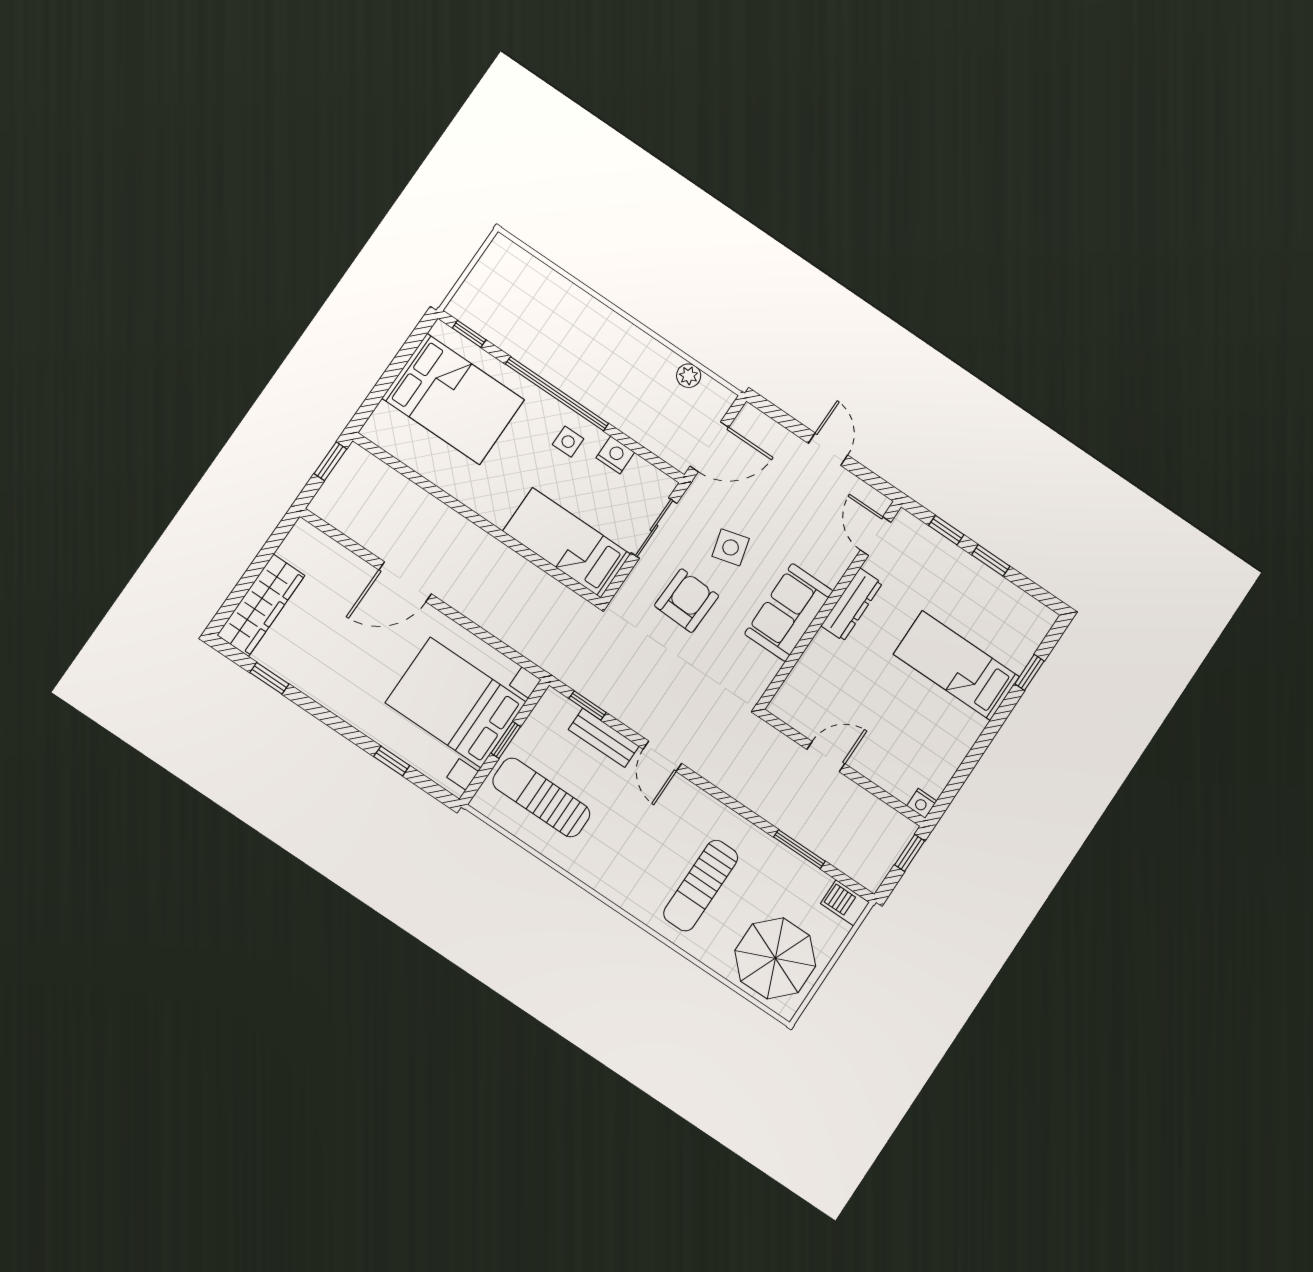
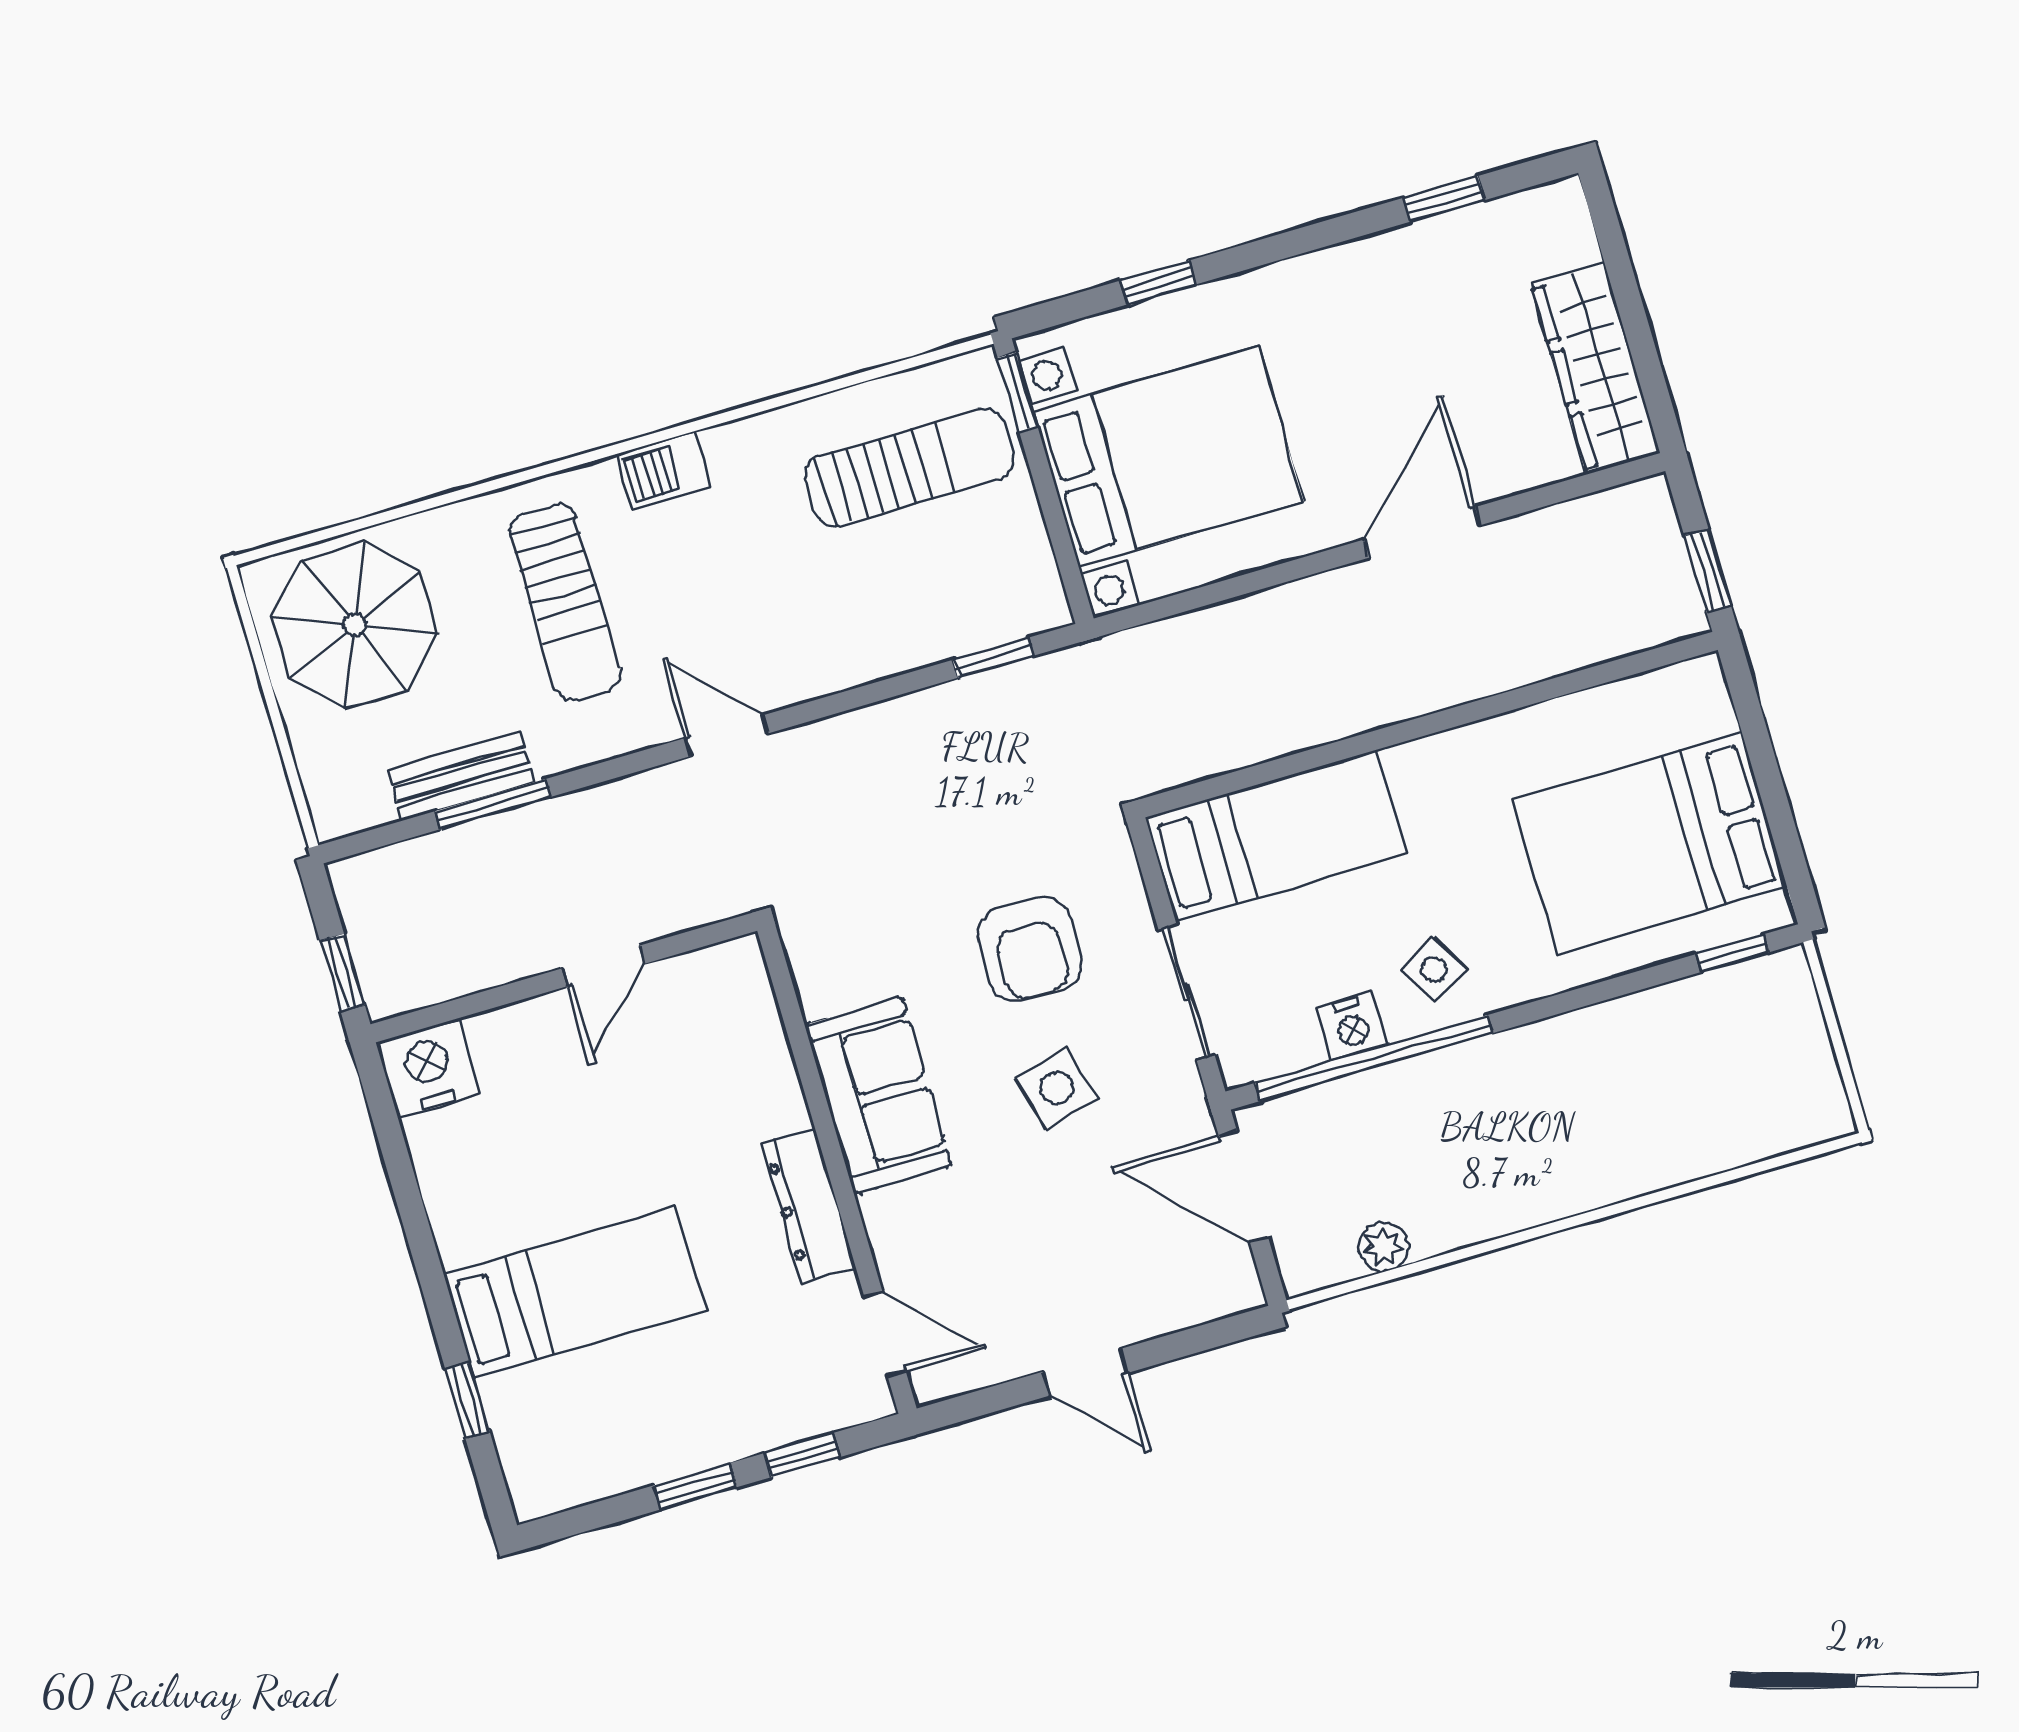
window: (557, 394) -> (1374, 1058), moved
side table: (568, 442) -> (1434, 969), turned -30
door: (709, 447) -> (1243, 1186), hinge flipped
wardrobe: (261, 605) -> (1595, 368), moved
bench: (604, 738) -> (461, 776), moved
window: (506, 740) -> (1018, 392), moved
door: (662, 756) -> (727, 736), moved
nightstand: (922, 803) -> (428, 1068), width x1.89, depth x1.79
sun lounger: (701, 886) -> (565, 602), turned 180
barbecue: (845, 903) -> (663, 471), moved, turned 180

